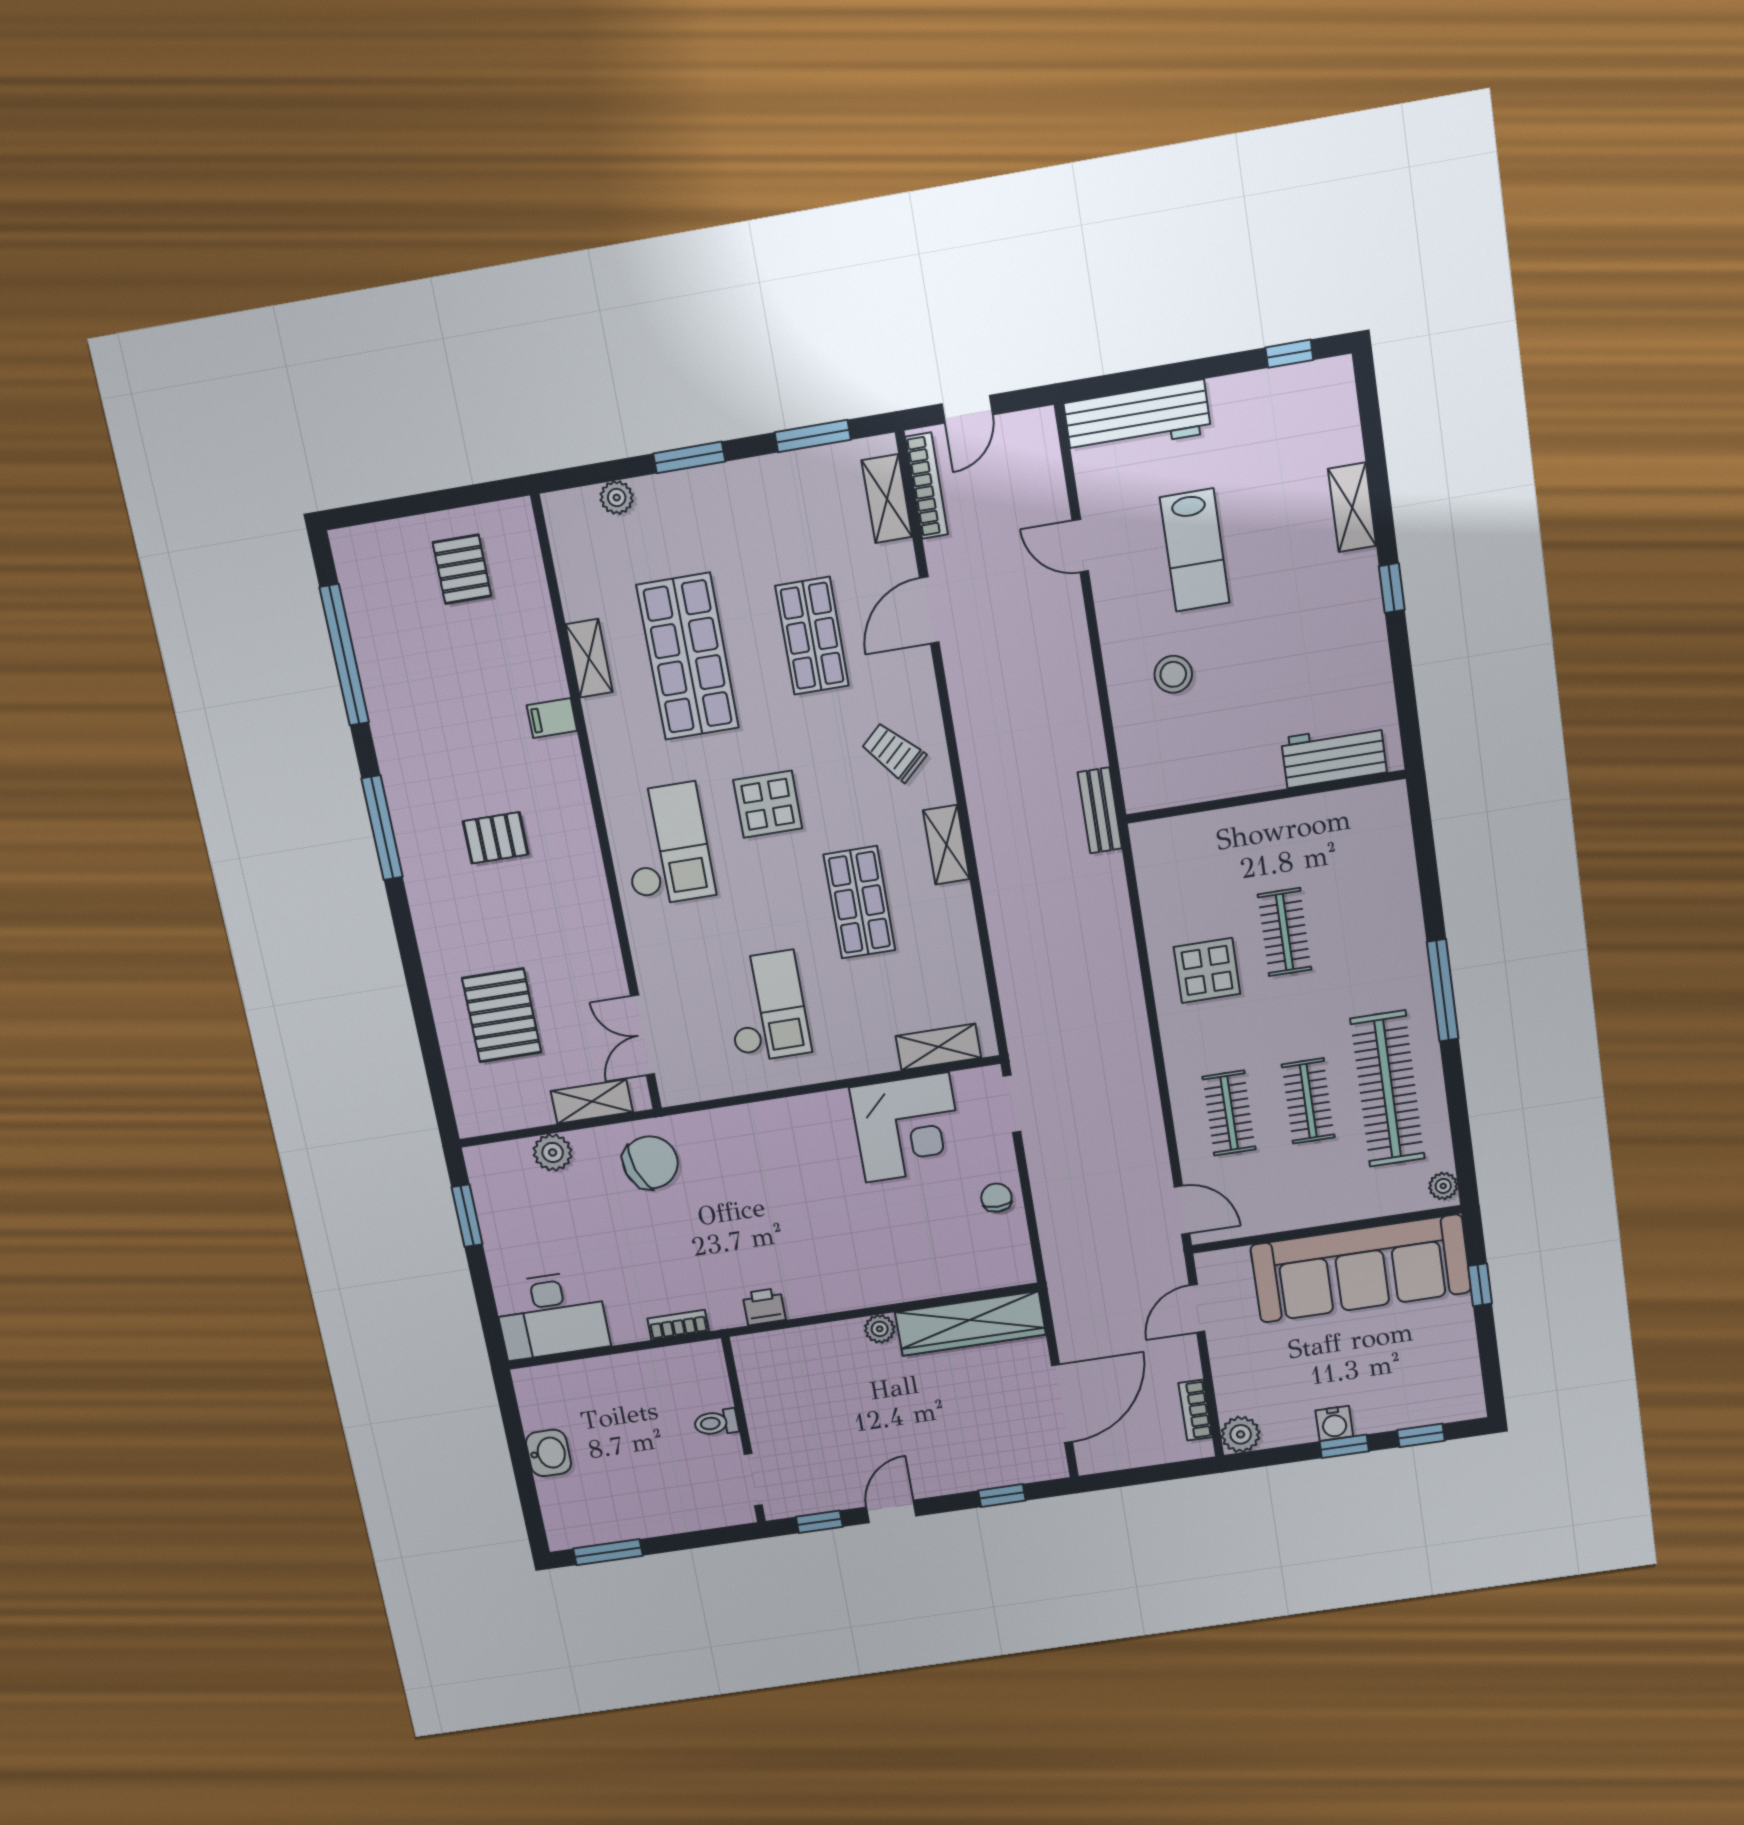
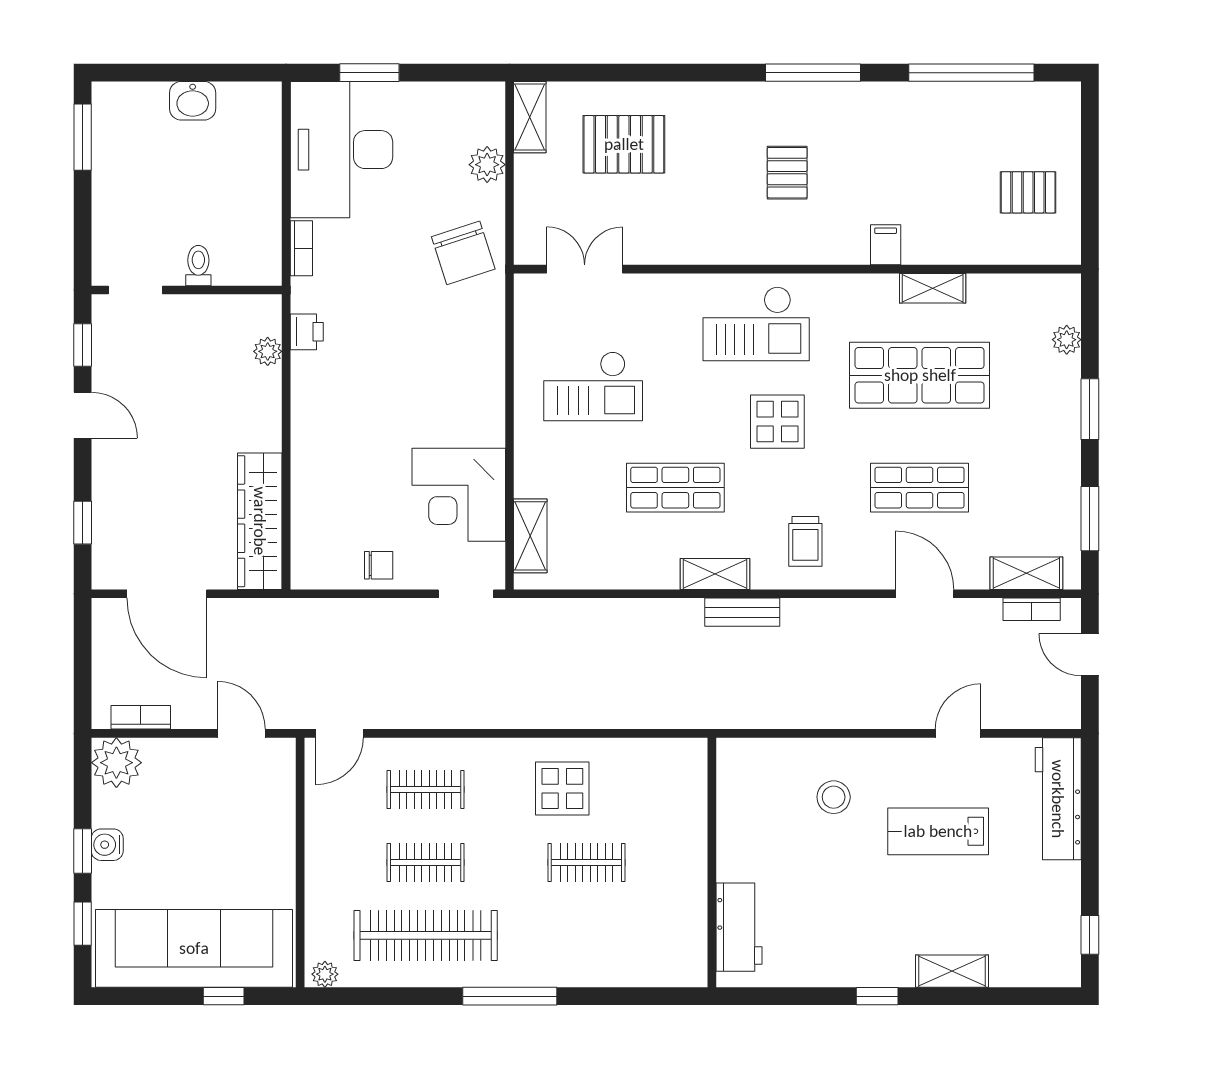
bookcase: (927, 486) -> (1032, 609), width x0.64
trolley: (894, 752) -> (805, 541), turned 133
bench: (1100, 810) -> (742, 612), moved
shelving: (592, 1102) -> (530, 117), moved
window: (467, 1216) -> (369, 73), moved
sofa: (1361, 1269) -> (194, 948), moved, turned 90
desk: (551, 1315) -> (341, 150), width x1.36, depth x1.30
plant: (880, 1329) -> (268, 351), moved
plant: (1241, 1434) -> (116, 763), width x1.36, depth x1.36

